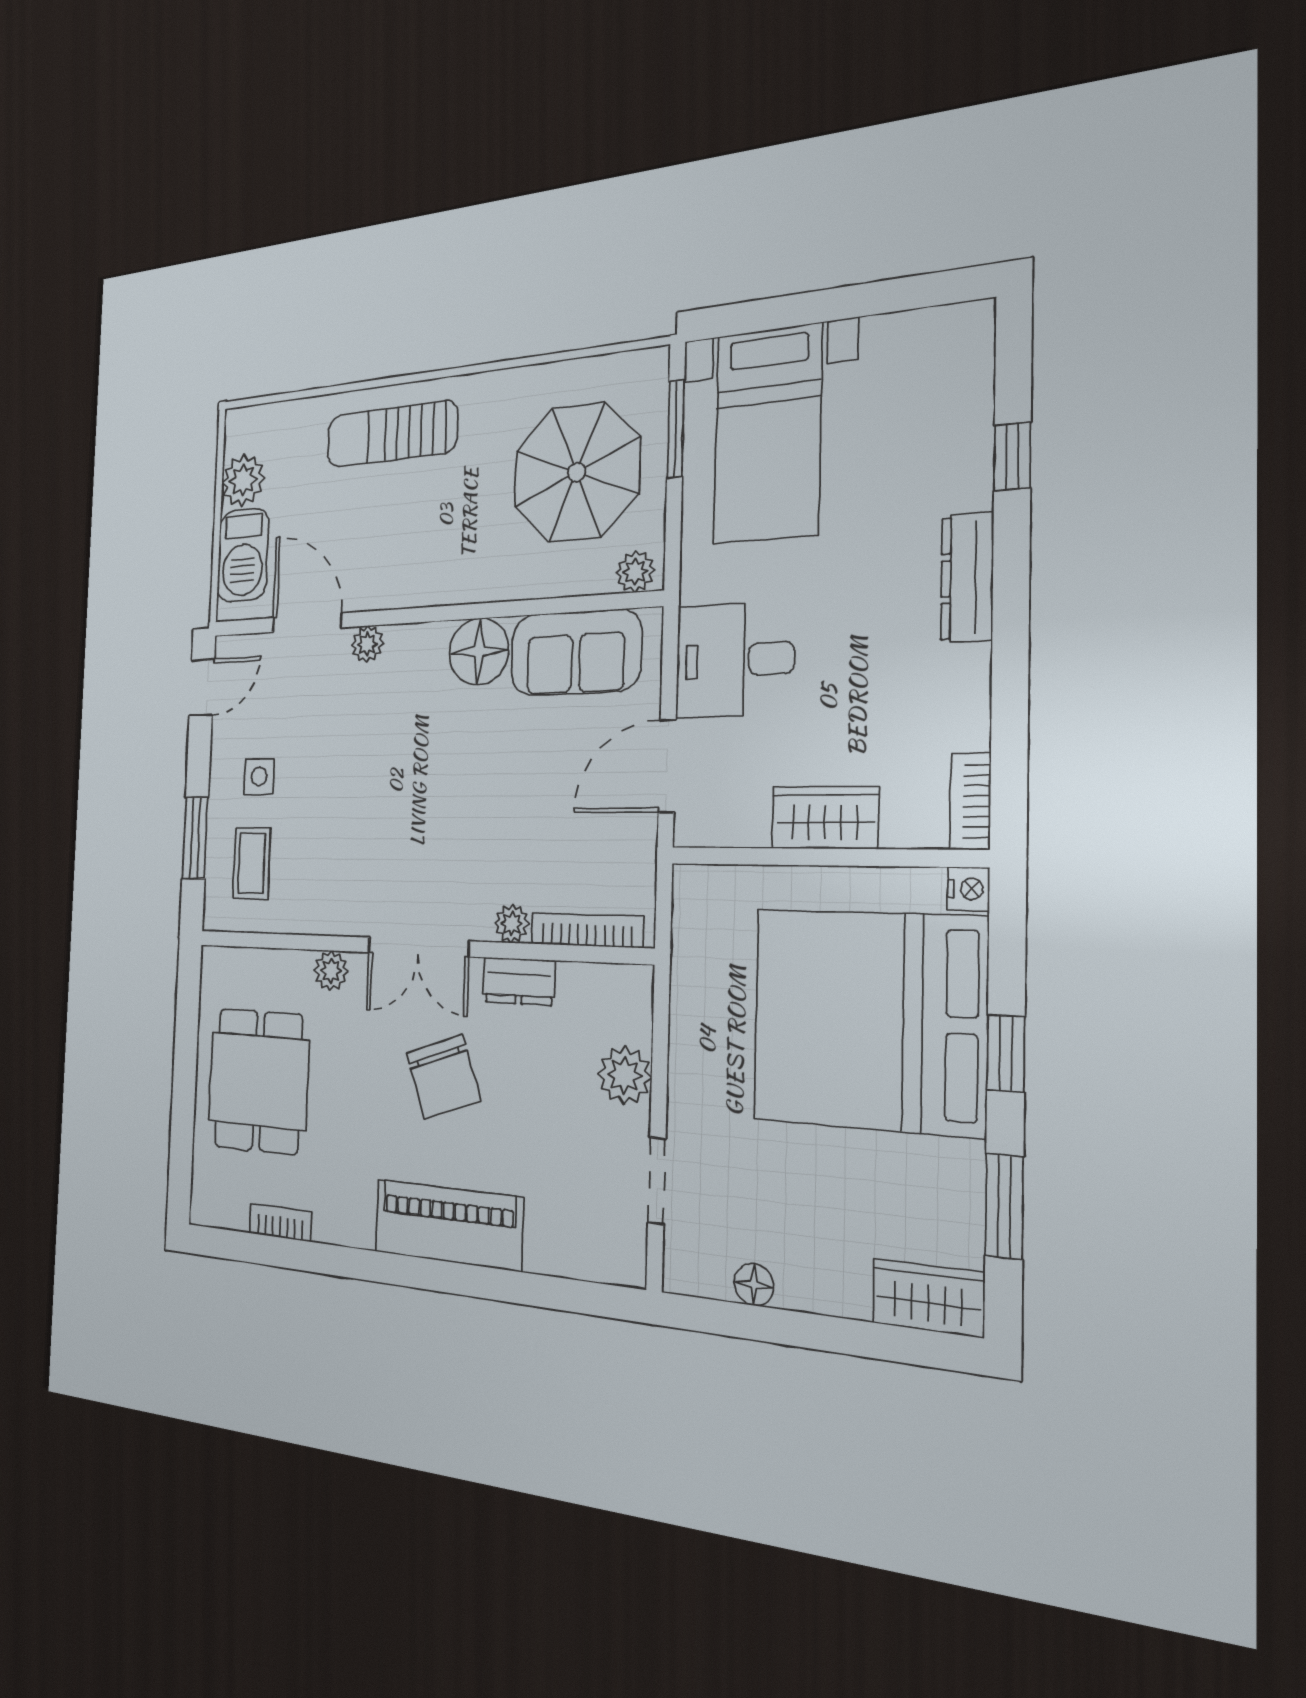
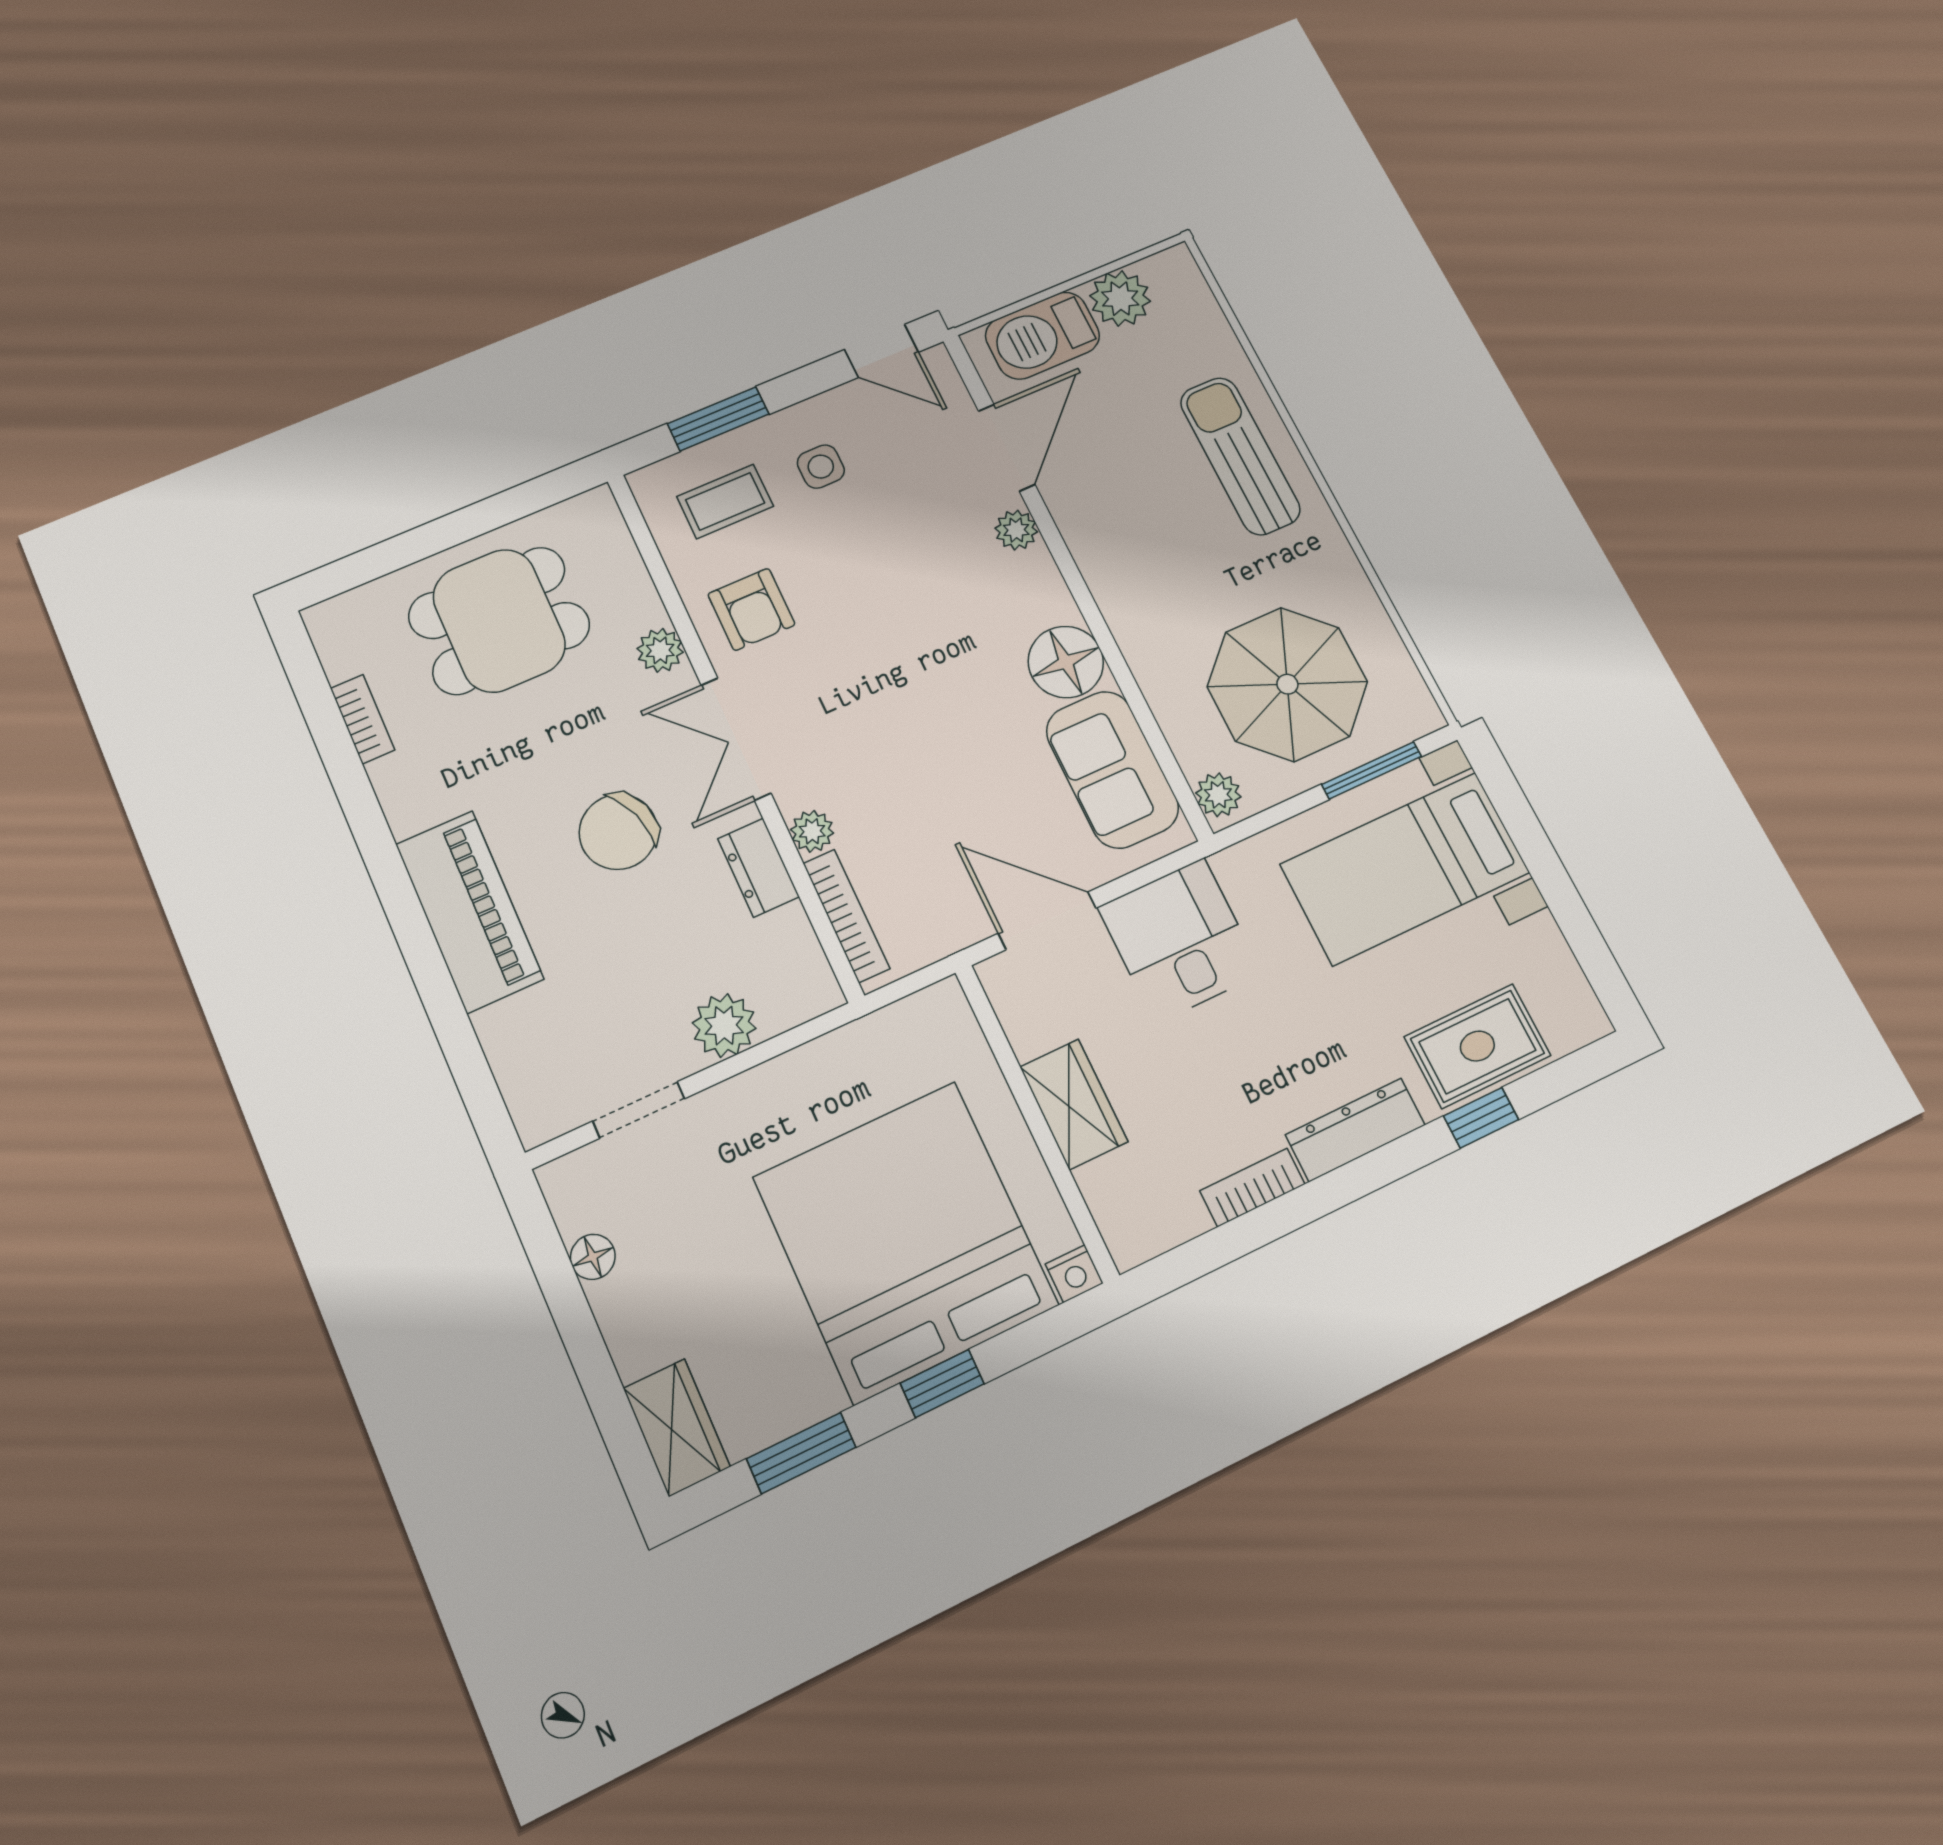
rug: (948, 433) -> (1477, 1046), added
bookcase: (971, 801) -> (1252, 1187), moved
armchair: (333, 884) -> (751, 609), added

